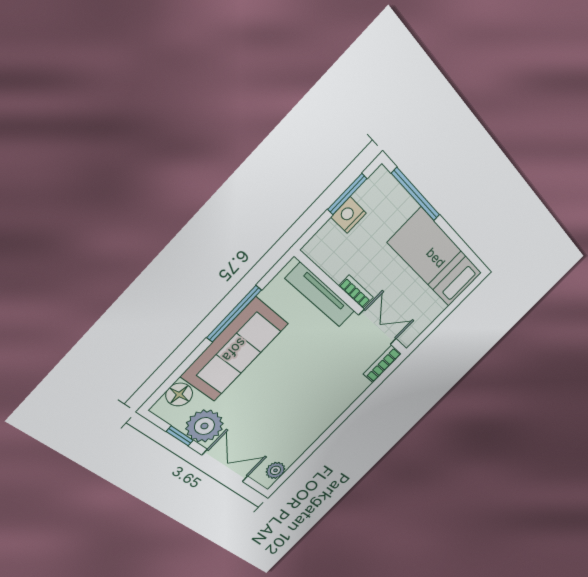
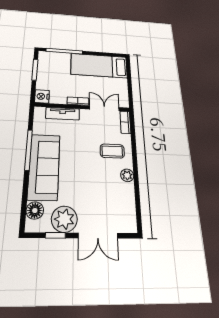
nightstand: (349, 215) -> (42, 96), moved
tv unit: (320, 295) -> (63, 114), width x0.71
coffee table: (331, 388) -> (112, 151), added
double door: (225, 466) -> (98, 236), swing flipped
plant: (275, 470) -> (127, 175), moved

